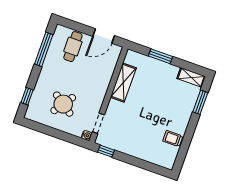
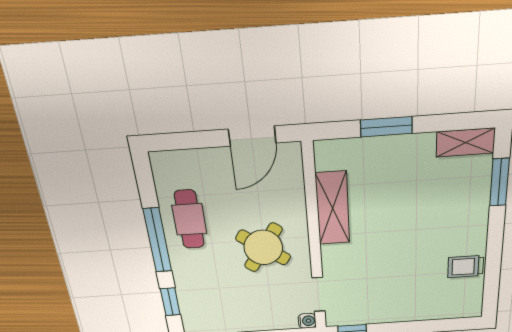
cafe table: (73, 47) -> (189, 219), moved
window: (44, 49) -> (158, 240), moved
round table: (63, 104) -> (263, 248), moved

